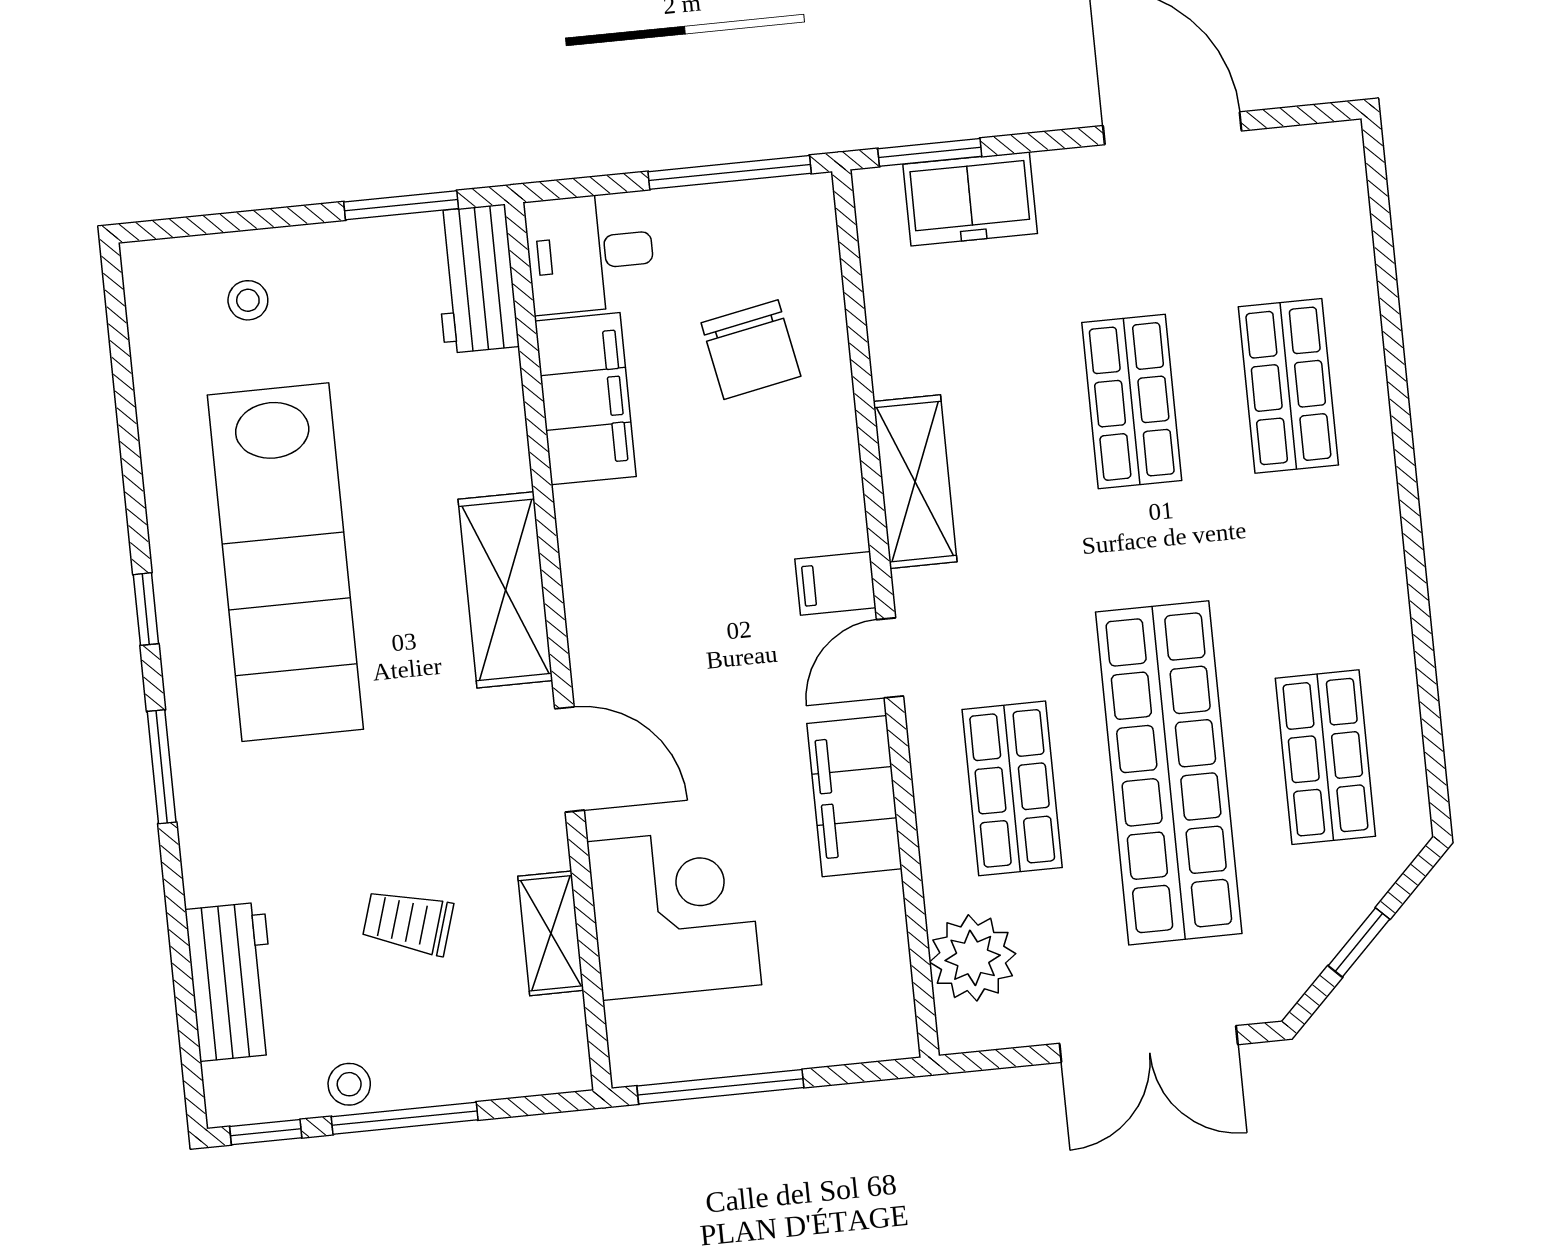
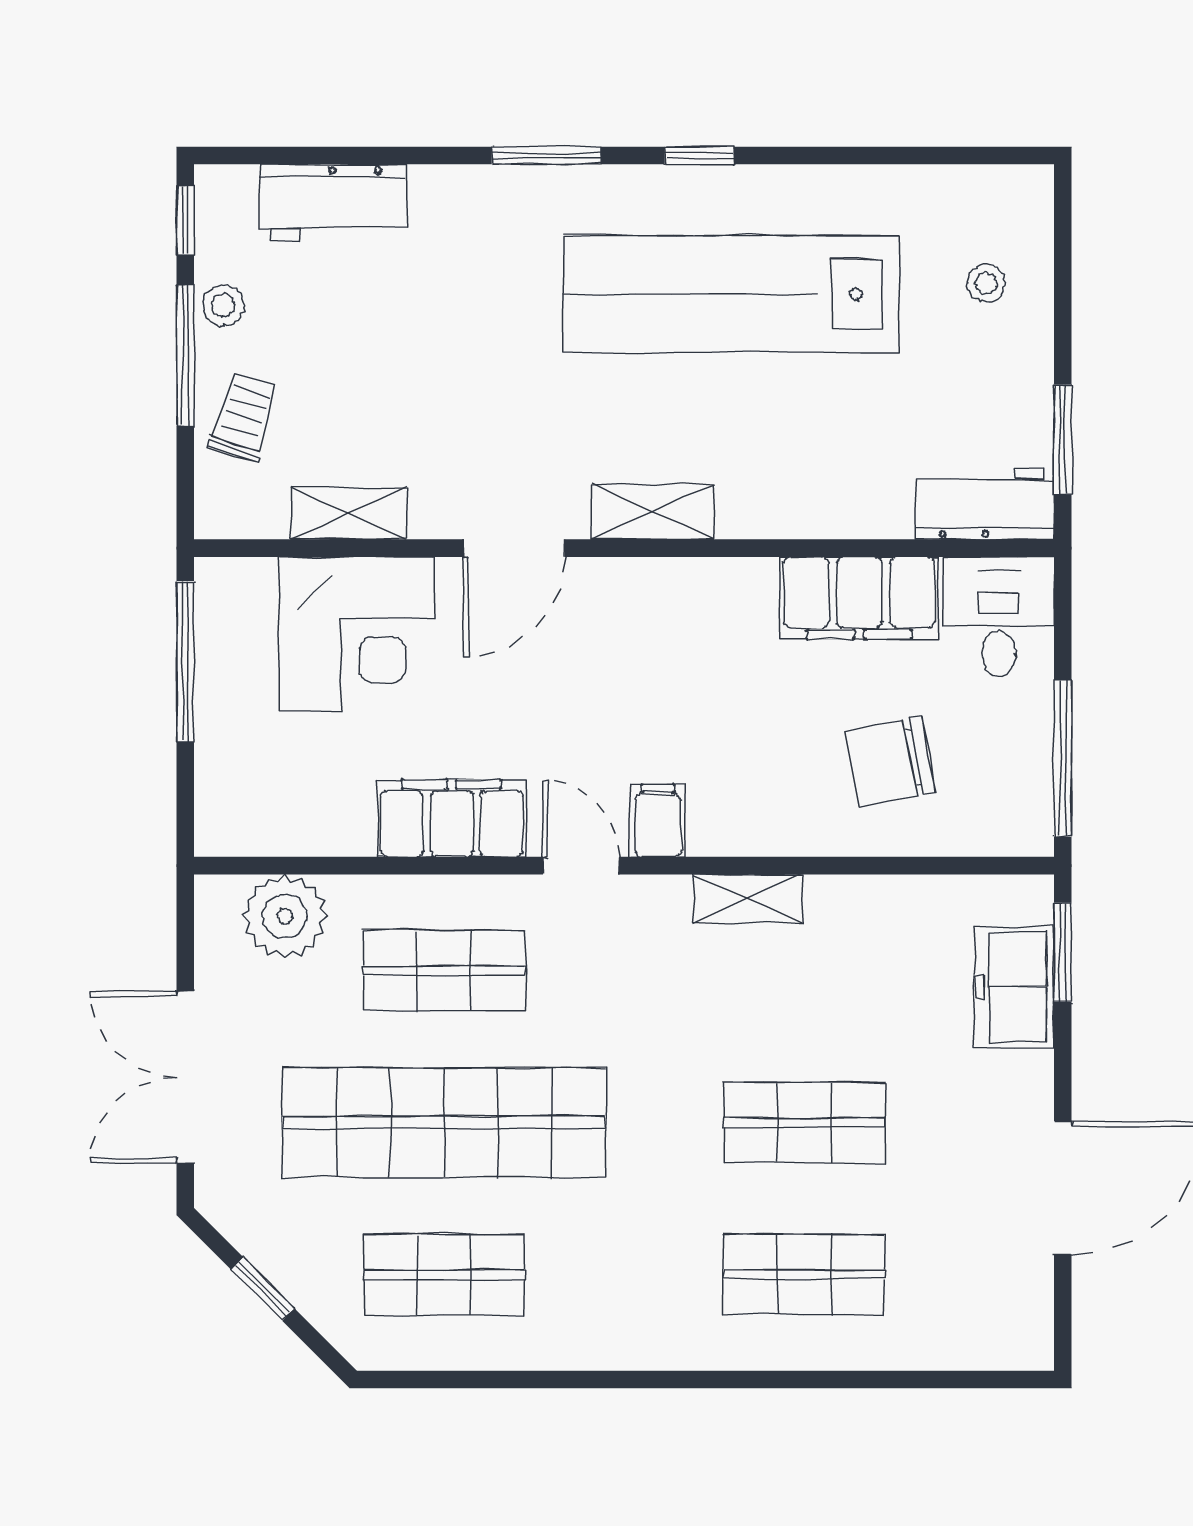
shelving: (915, 482) -> (748, 899), width x0.67, depth x0.75
shelving: (505, 590) -> (653, 512), width x0.67, depth x0.75
trolley: (408, 922) -> (244, 417), moved

